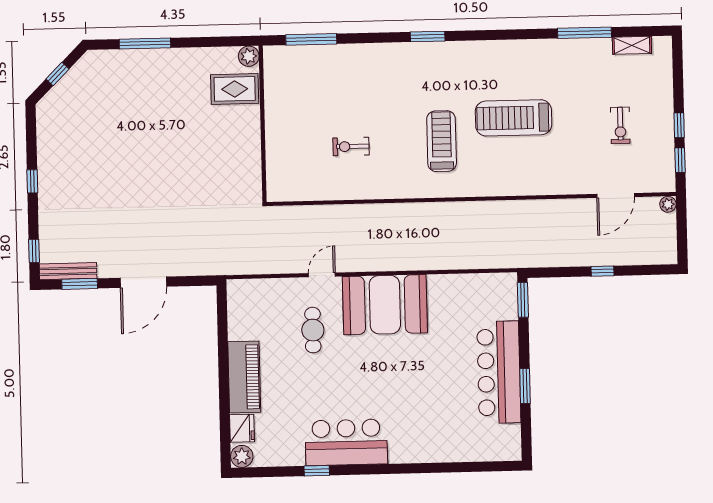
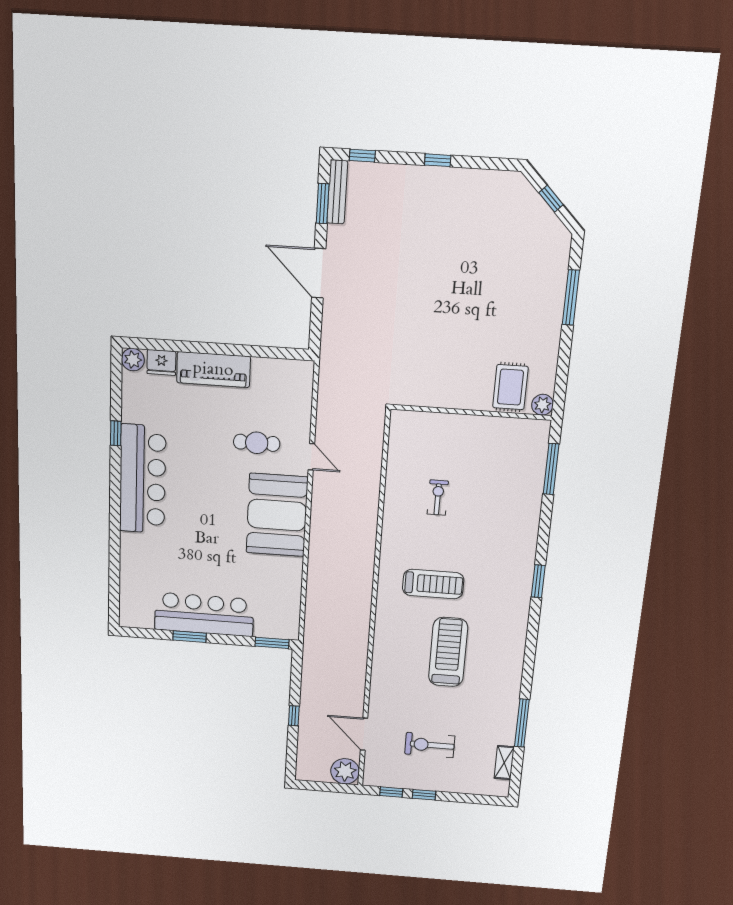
exercise bike: (620, 125) -> (430, 745), width x1.38, depth x1.39
plant: (668, 204) -> (345, 771), width x1.88, depth x1.88
bar counter: (346, 442) -> (143, 479), width x1.36

